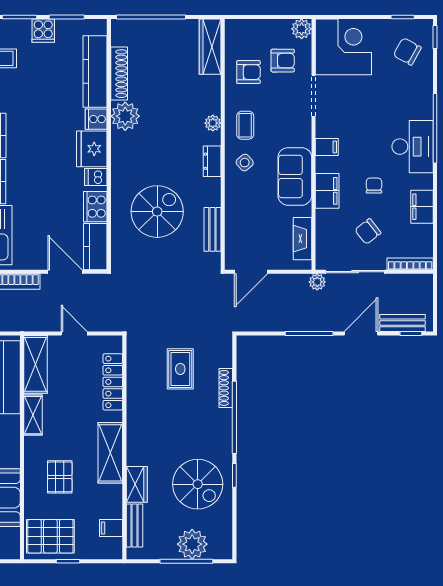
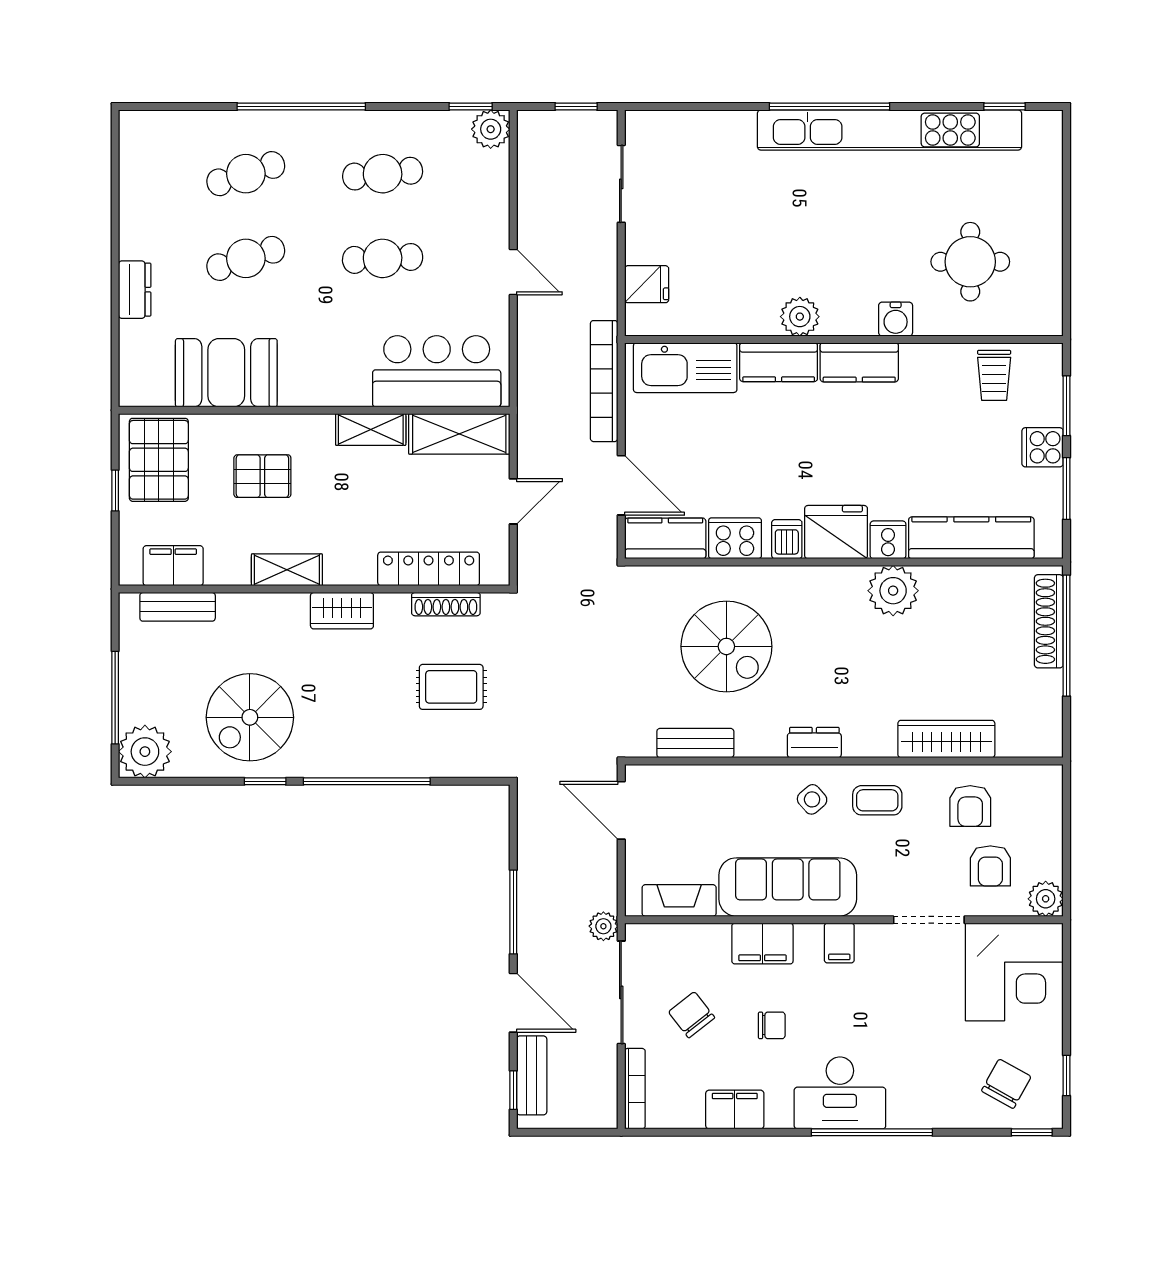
wardrobe: (210, 47) -> (946, 739), moved
shoe rack: (119, 74) -> (1049, 621), moved, turned 90
plant: (213, 123) -> (881, 744), removed
sofa: (295, 176) -> (788, 887), width x1.36
door: (65, 272) -> (621, 485), hinge flipped
shoe rack: (226, 388) -> (446, 604), moved, turned 180
shelving: (110, 453) -> (287, 570), width x0.67, depth x0.75
wardrobe: (137, 484) -> (342, 611), moved
filing cabinet: (111, 528) -> (173, 566), width x2.00
plant: (192, 544) -> (145, 752), moved

